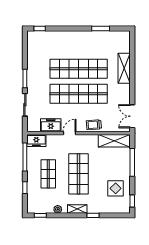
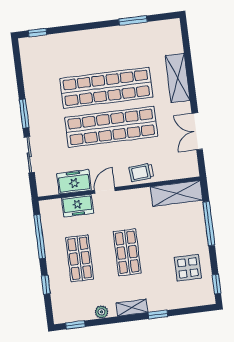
double door: (132, 116) -> (197, 131), moved
freezer: (36, 141) -> (77, 206), moved
shop shelf: (79, 174) -> (127, 252), width x0.70, depth x0.74

